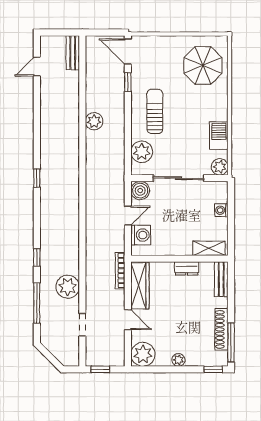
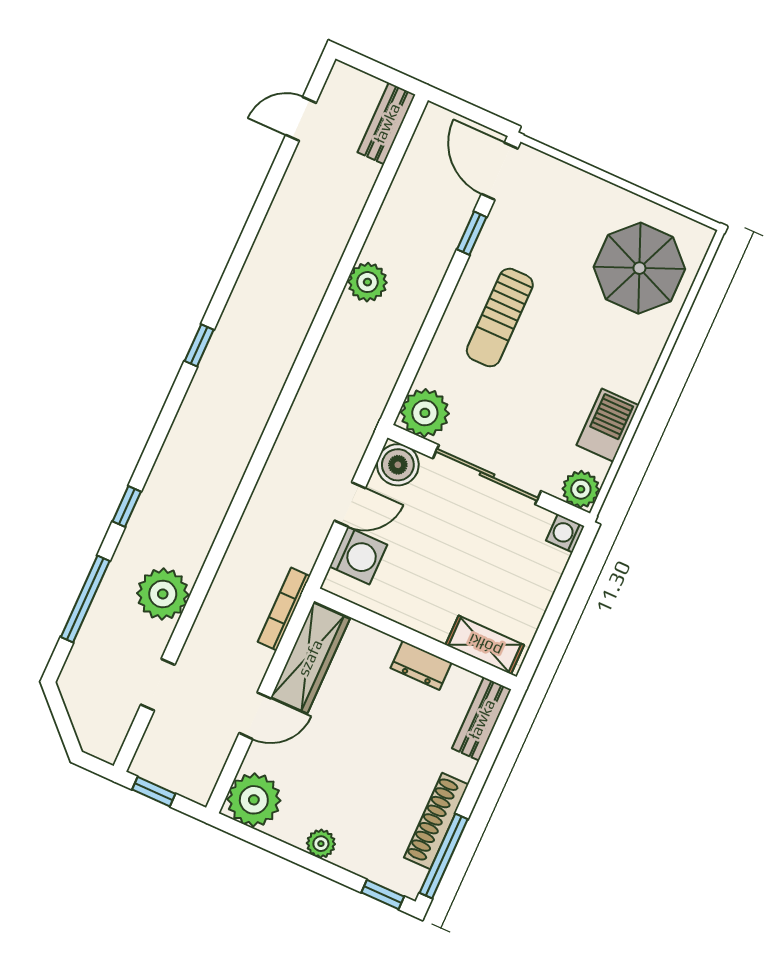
sun lounger: (155, 111) -> (500, 318), turned 180
plant: (142, 152) -> (425, 413), moved
washing machine: (221, 210) -> (565, 533), moved
door: (128, 320) -> (255, 716), hinge flipped

